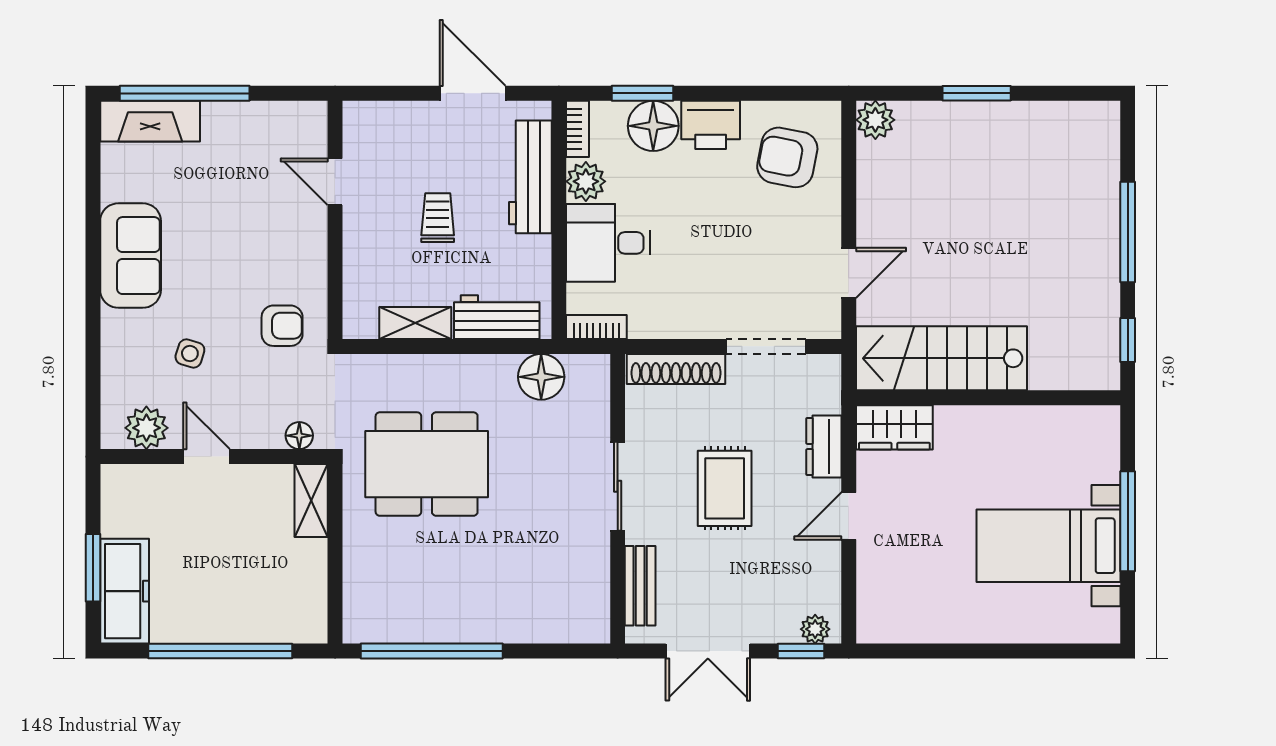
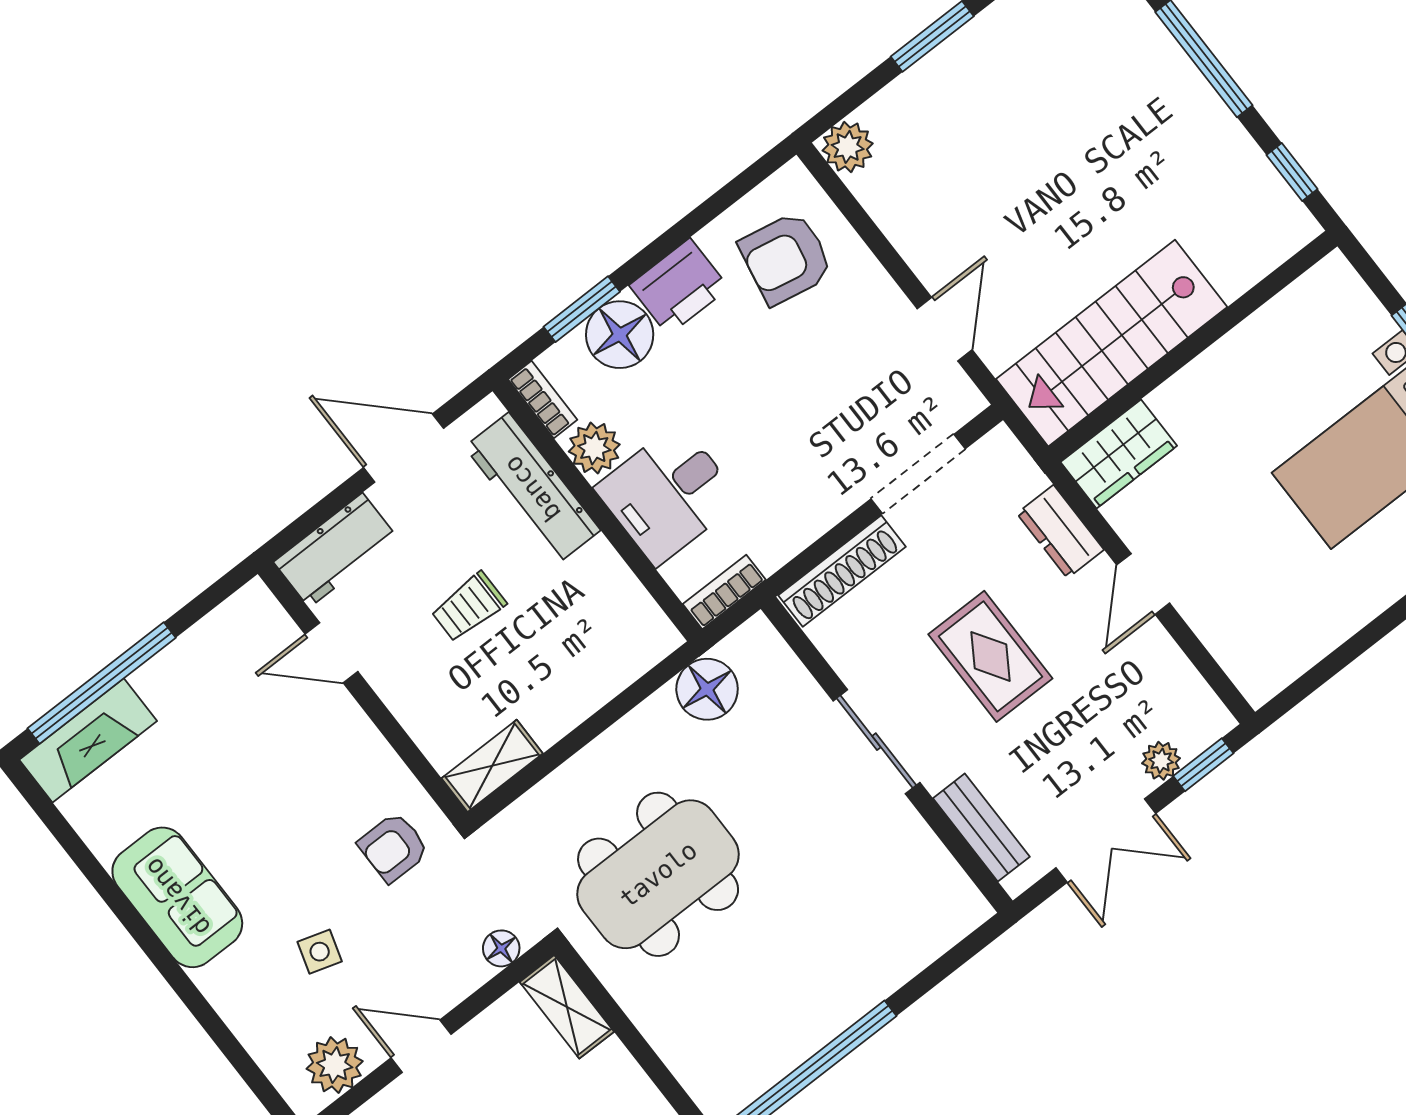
trolley: (438, 218) -> (469, 607), turned -90
workbench: (497, 317) -> (336, 550), moved, turned 180
shelving: (415, 323) -> (492, 766), moved
armchair: (282, 326) -> (393, 847), turned 180
plant: (815, 629) -> (1161, 761), moved

